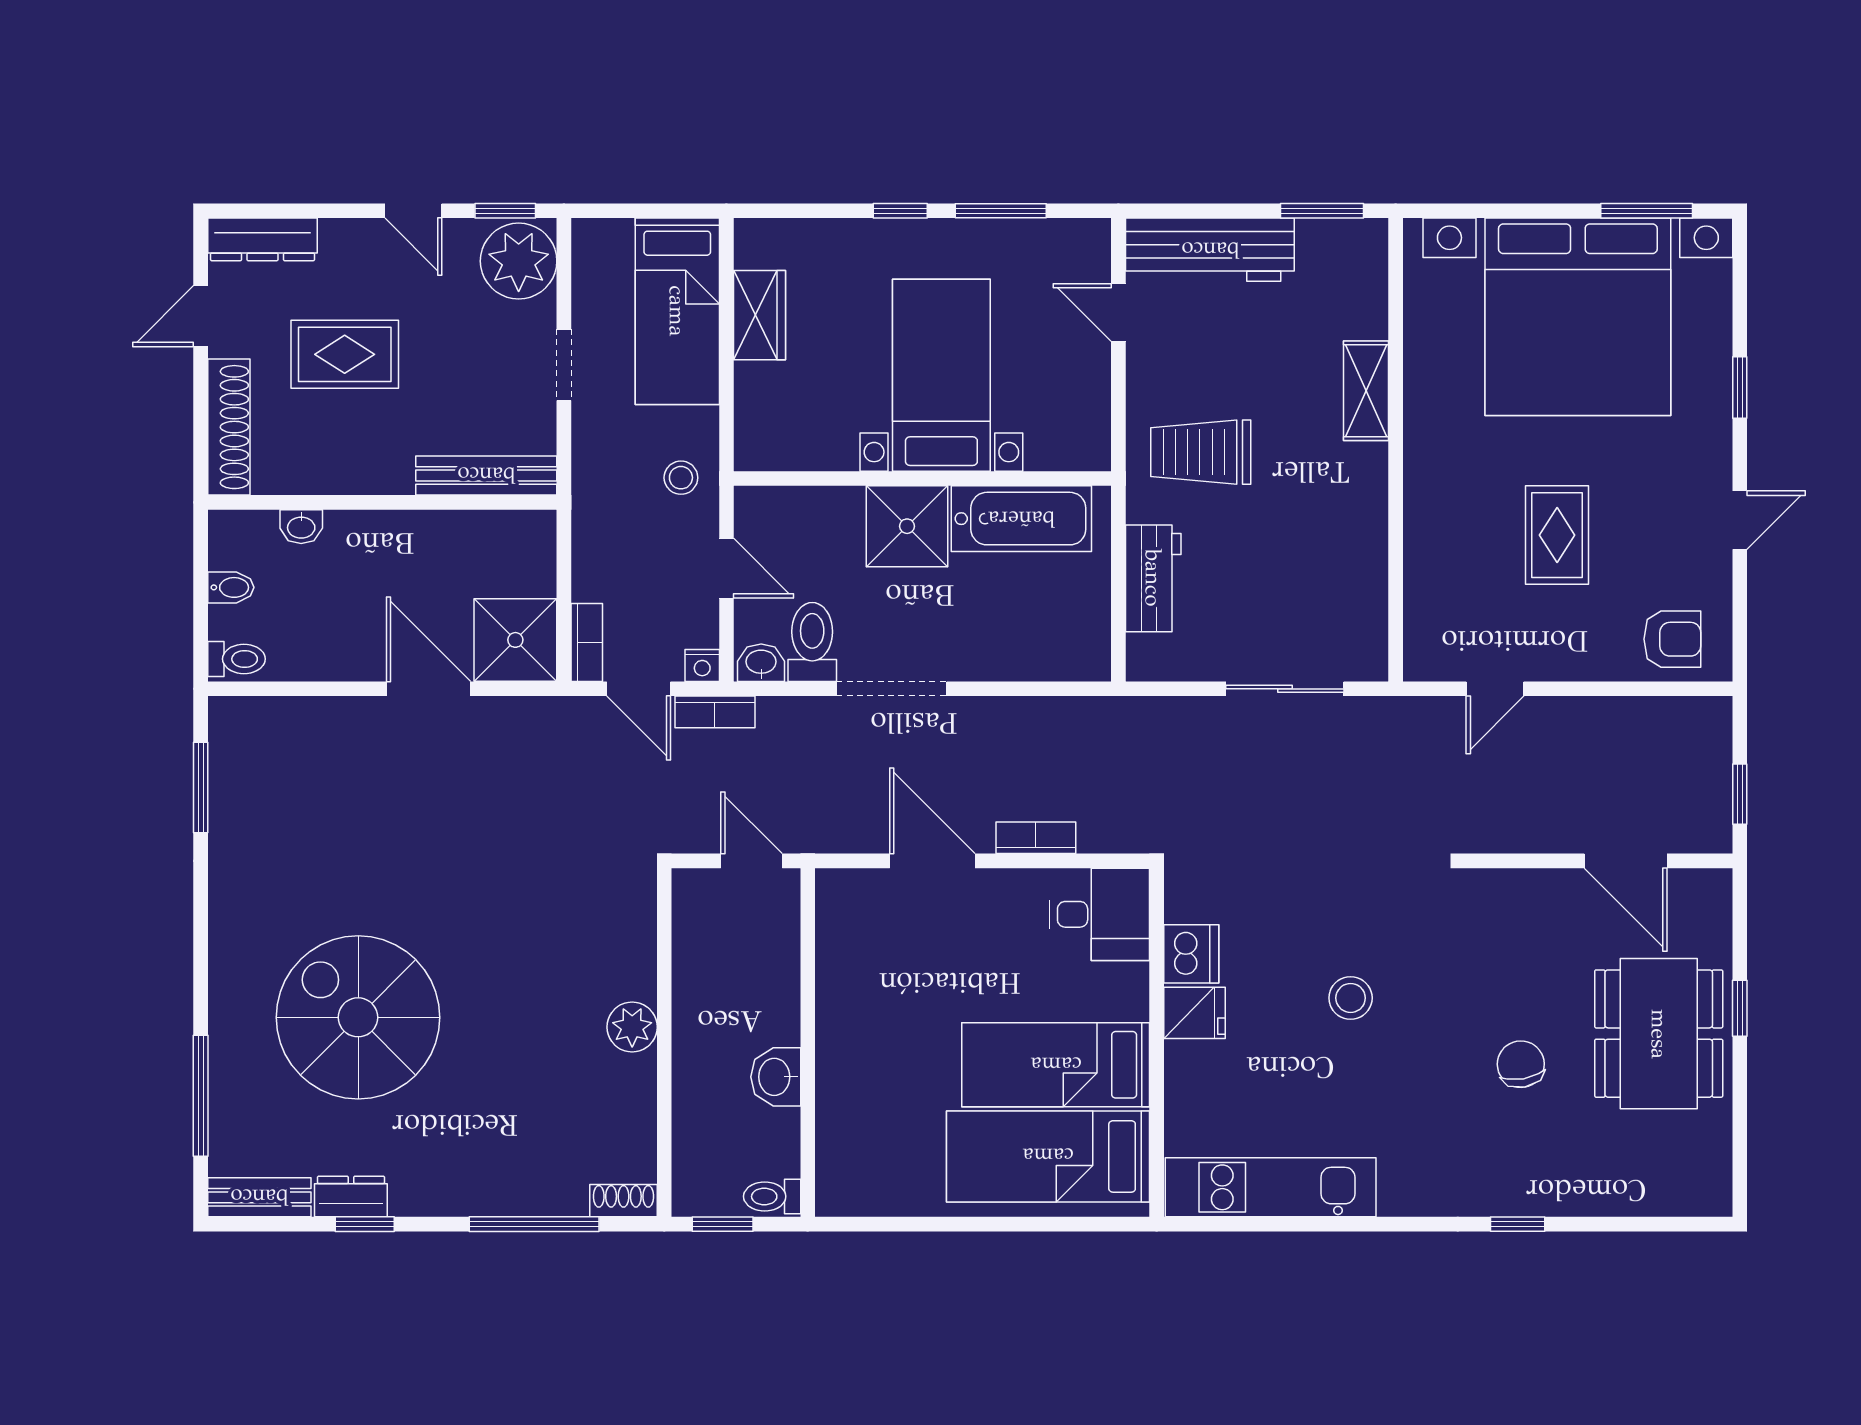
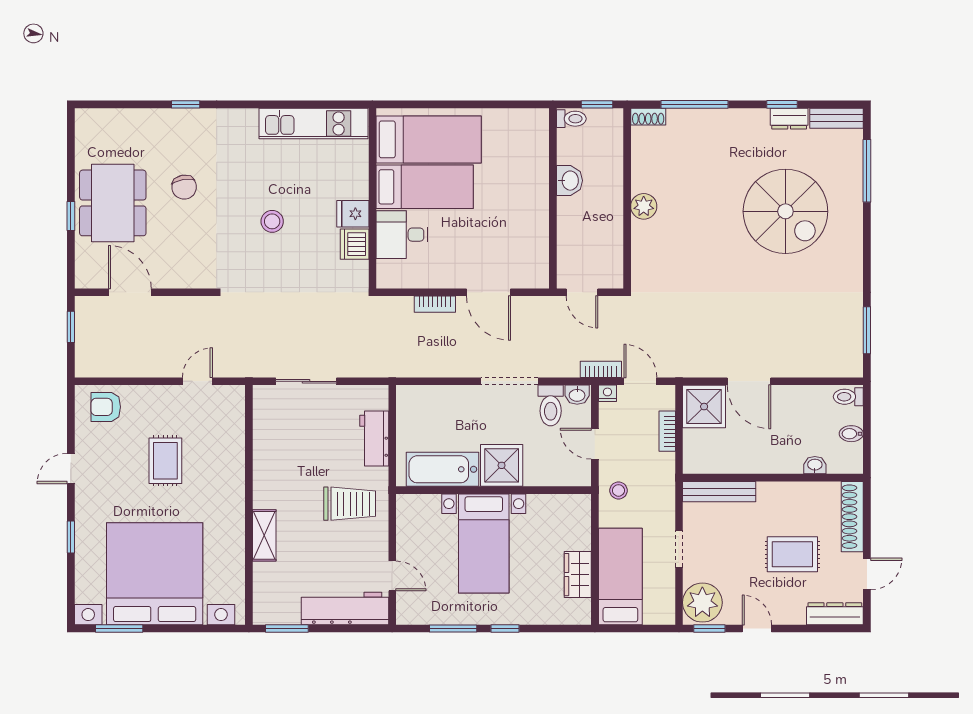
bookcase: (587, 643) -> (667, 431), moved
desk: (1099, 914) -> (402, 235), moved

